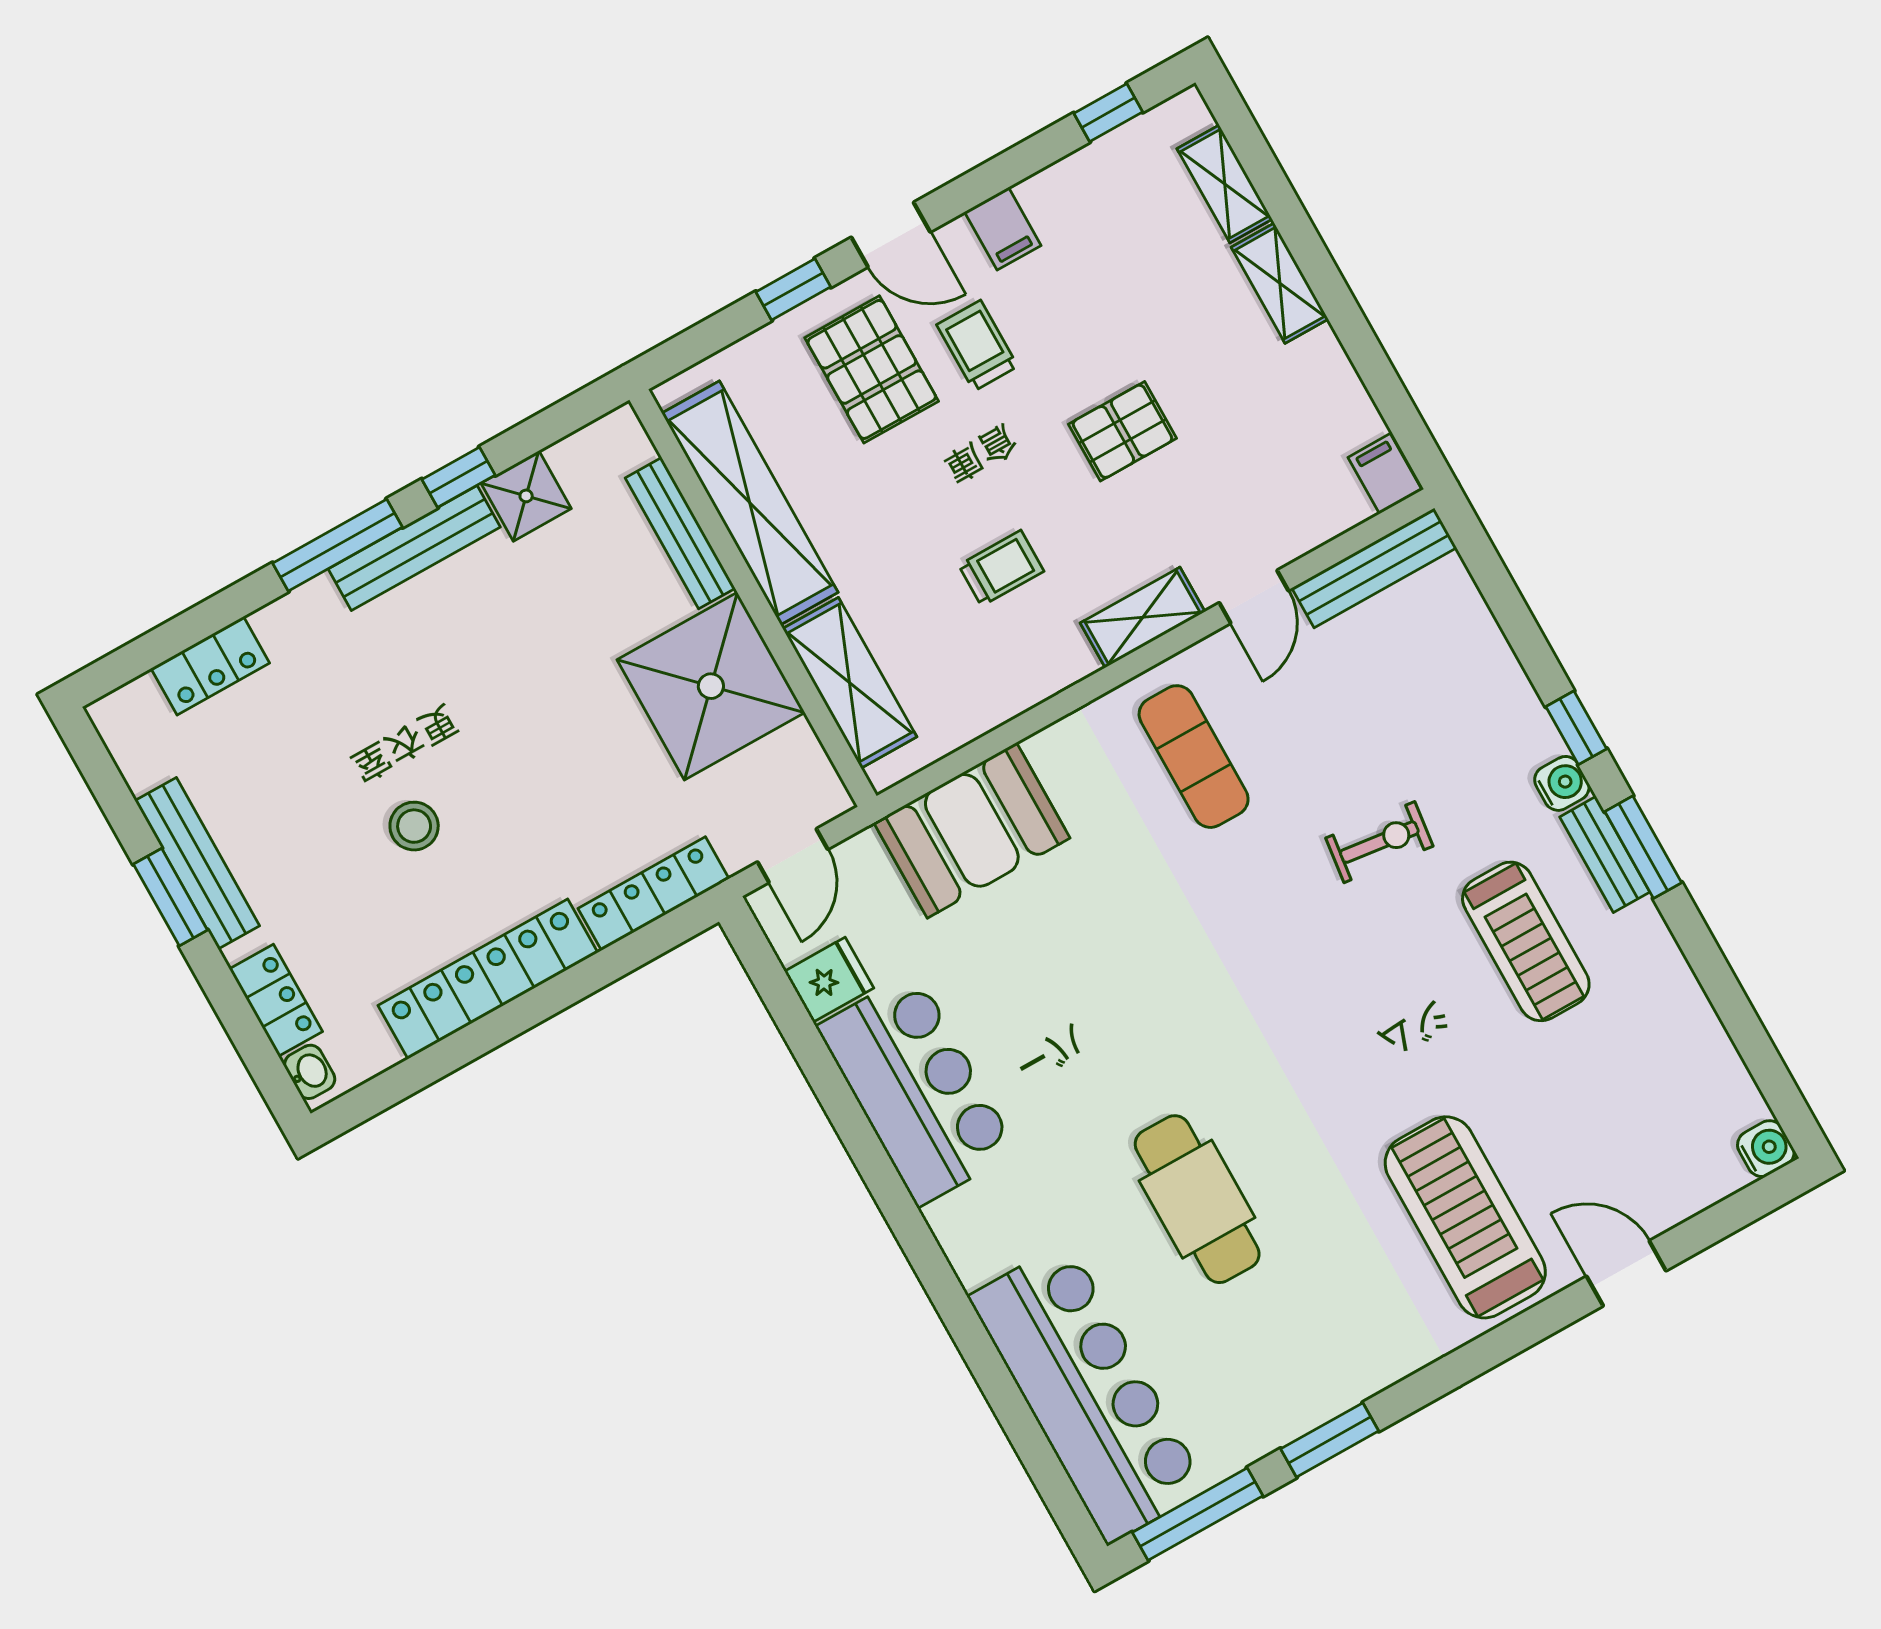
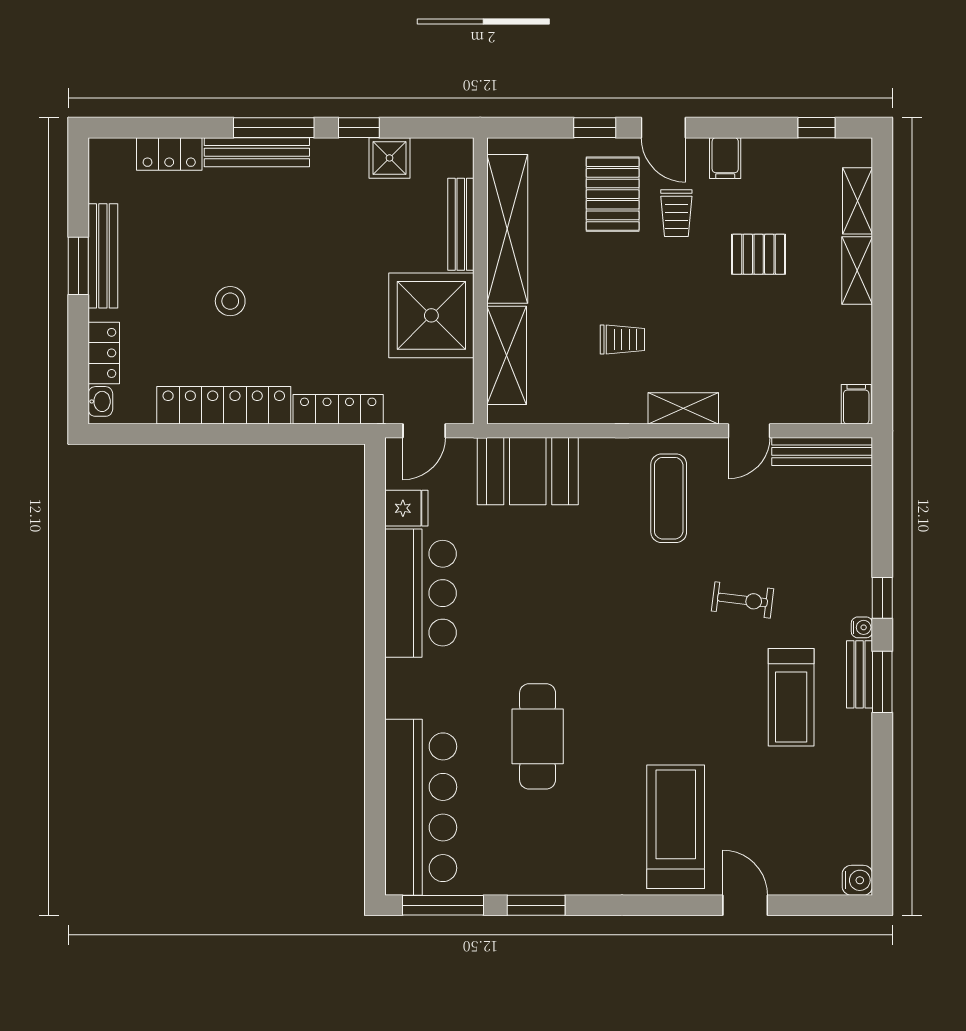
trolley: (977, 346) -> (676, 213), turned 180
pallet: (1122, 431) -> (759, 254), moved
bench: (414, 548) -> (257, 152), moved
water cooler: (1562, 783) -> (862, 627), width x0.72, depth x0.72

